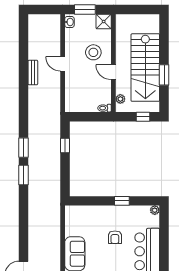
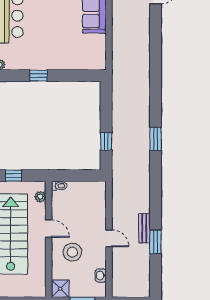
washbasin: (69, 22) -> (101, 275), moved
window: (23, 175) -> (155, 242), moved
armchair: (115, 237) -> (47, 32), removed

